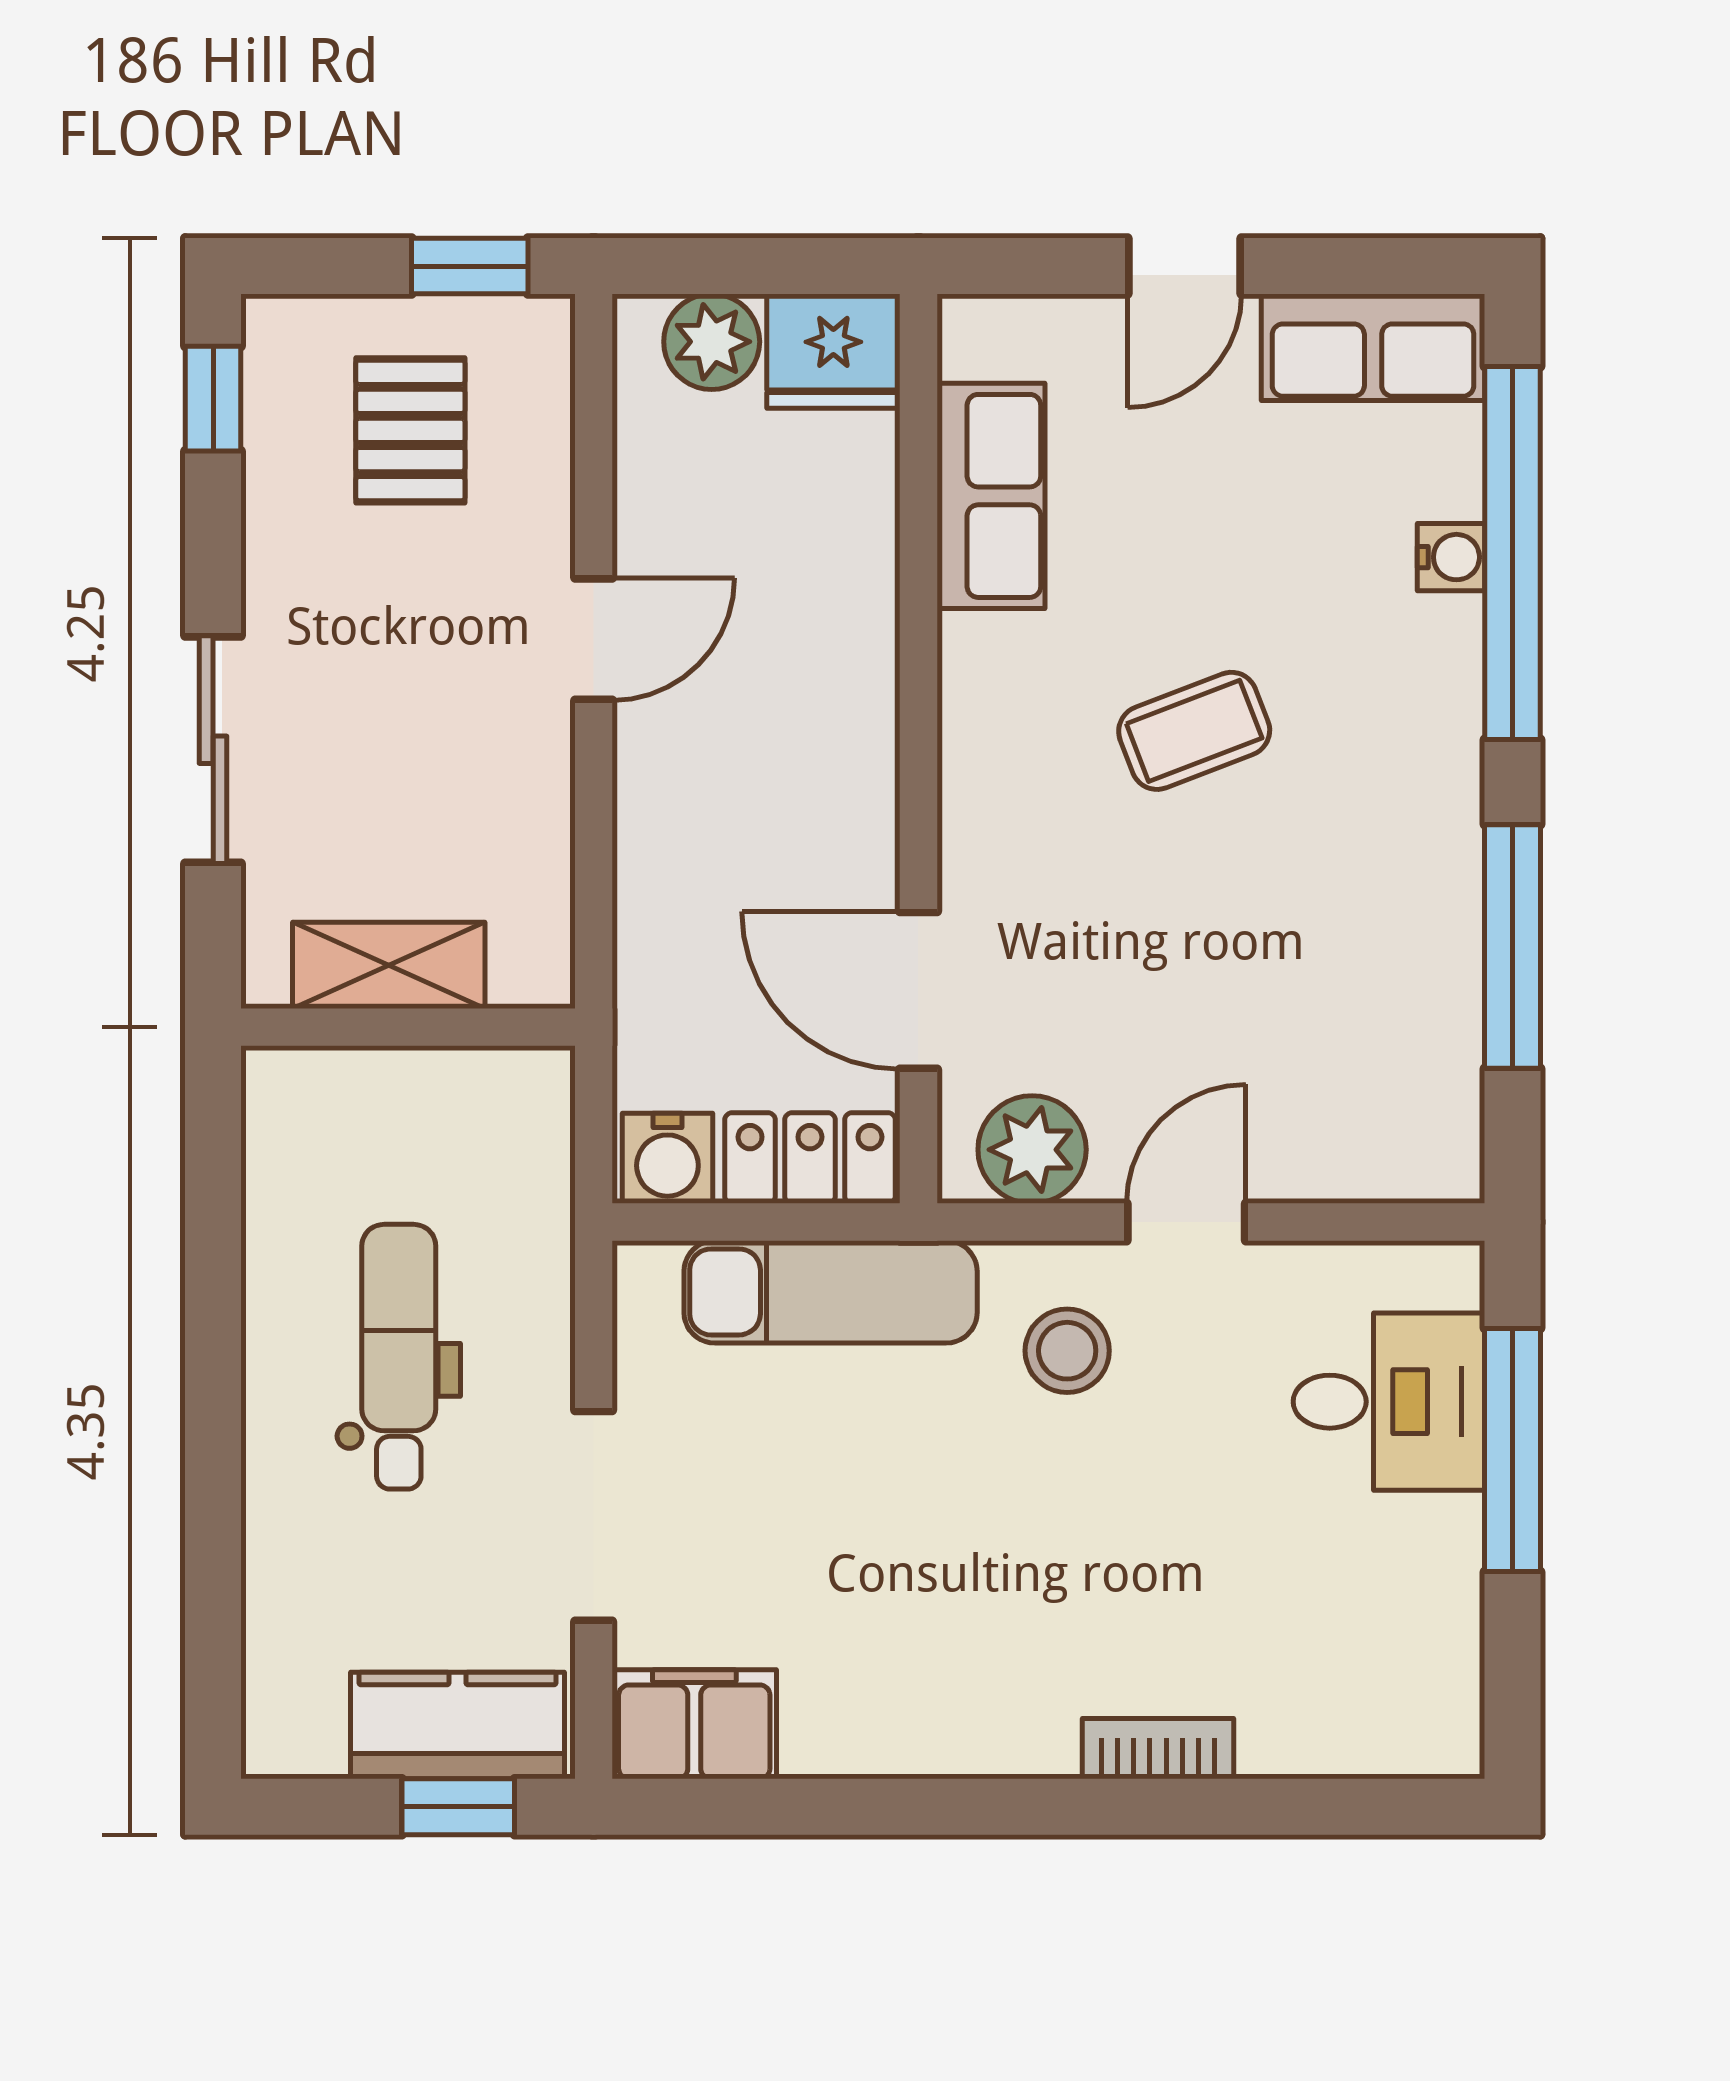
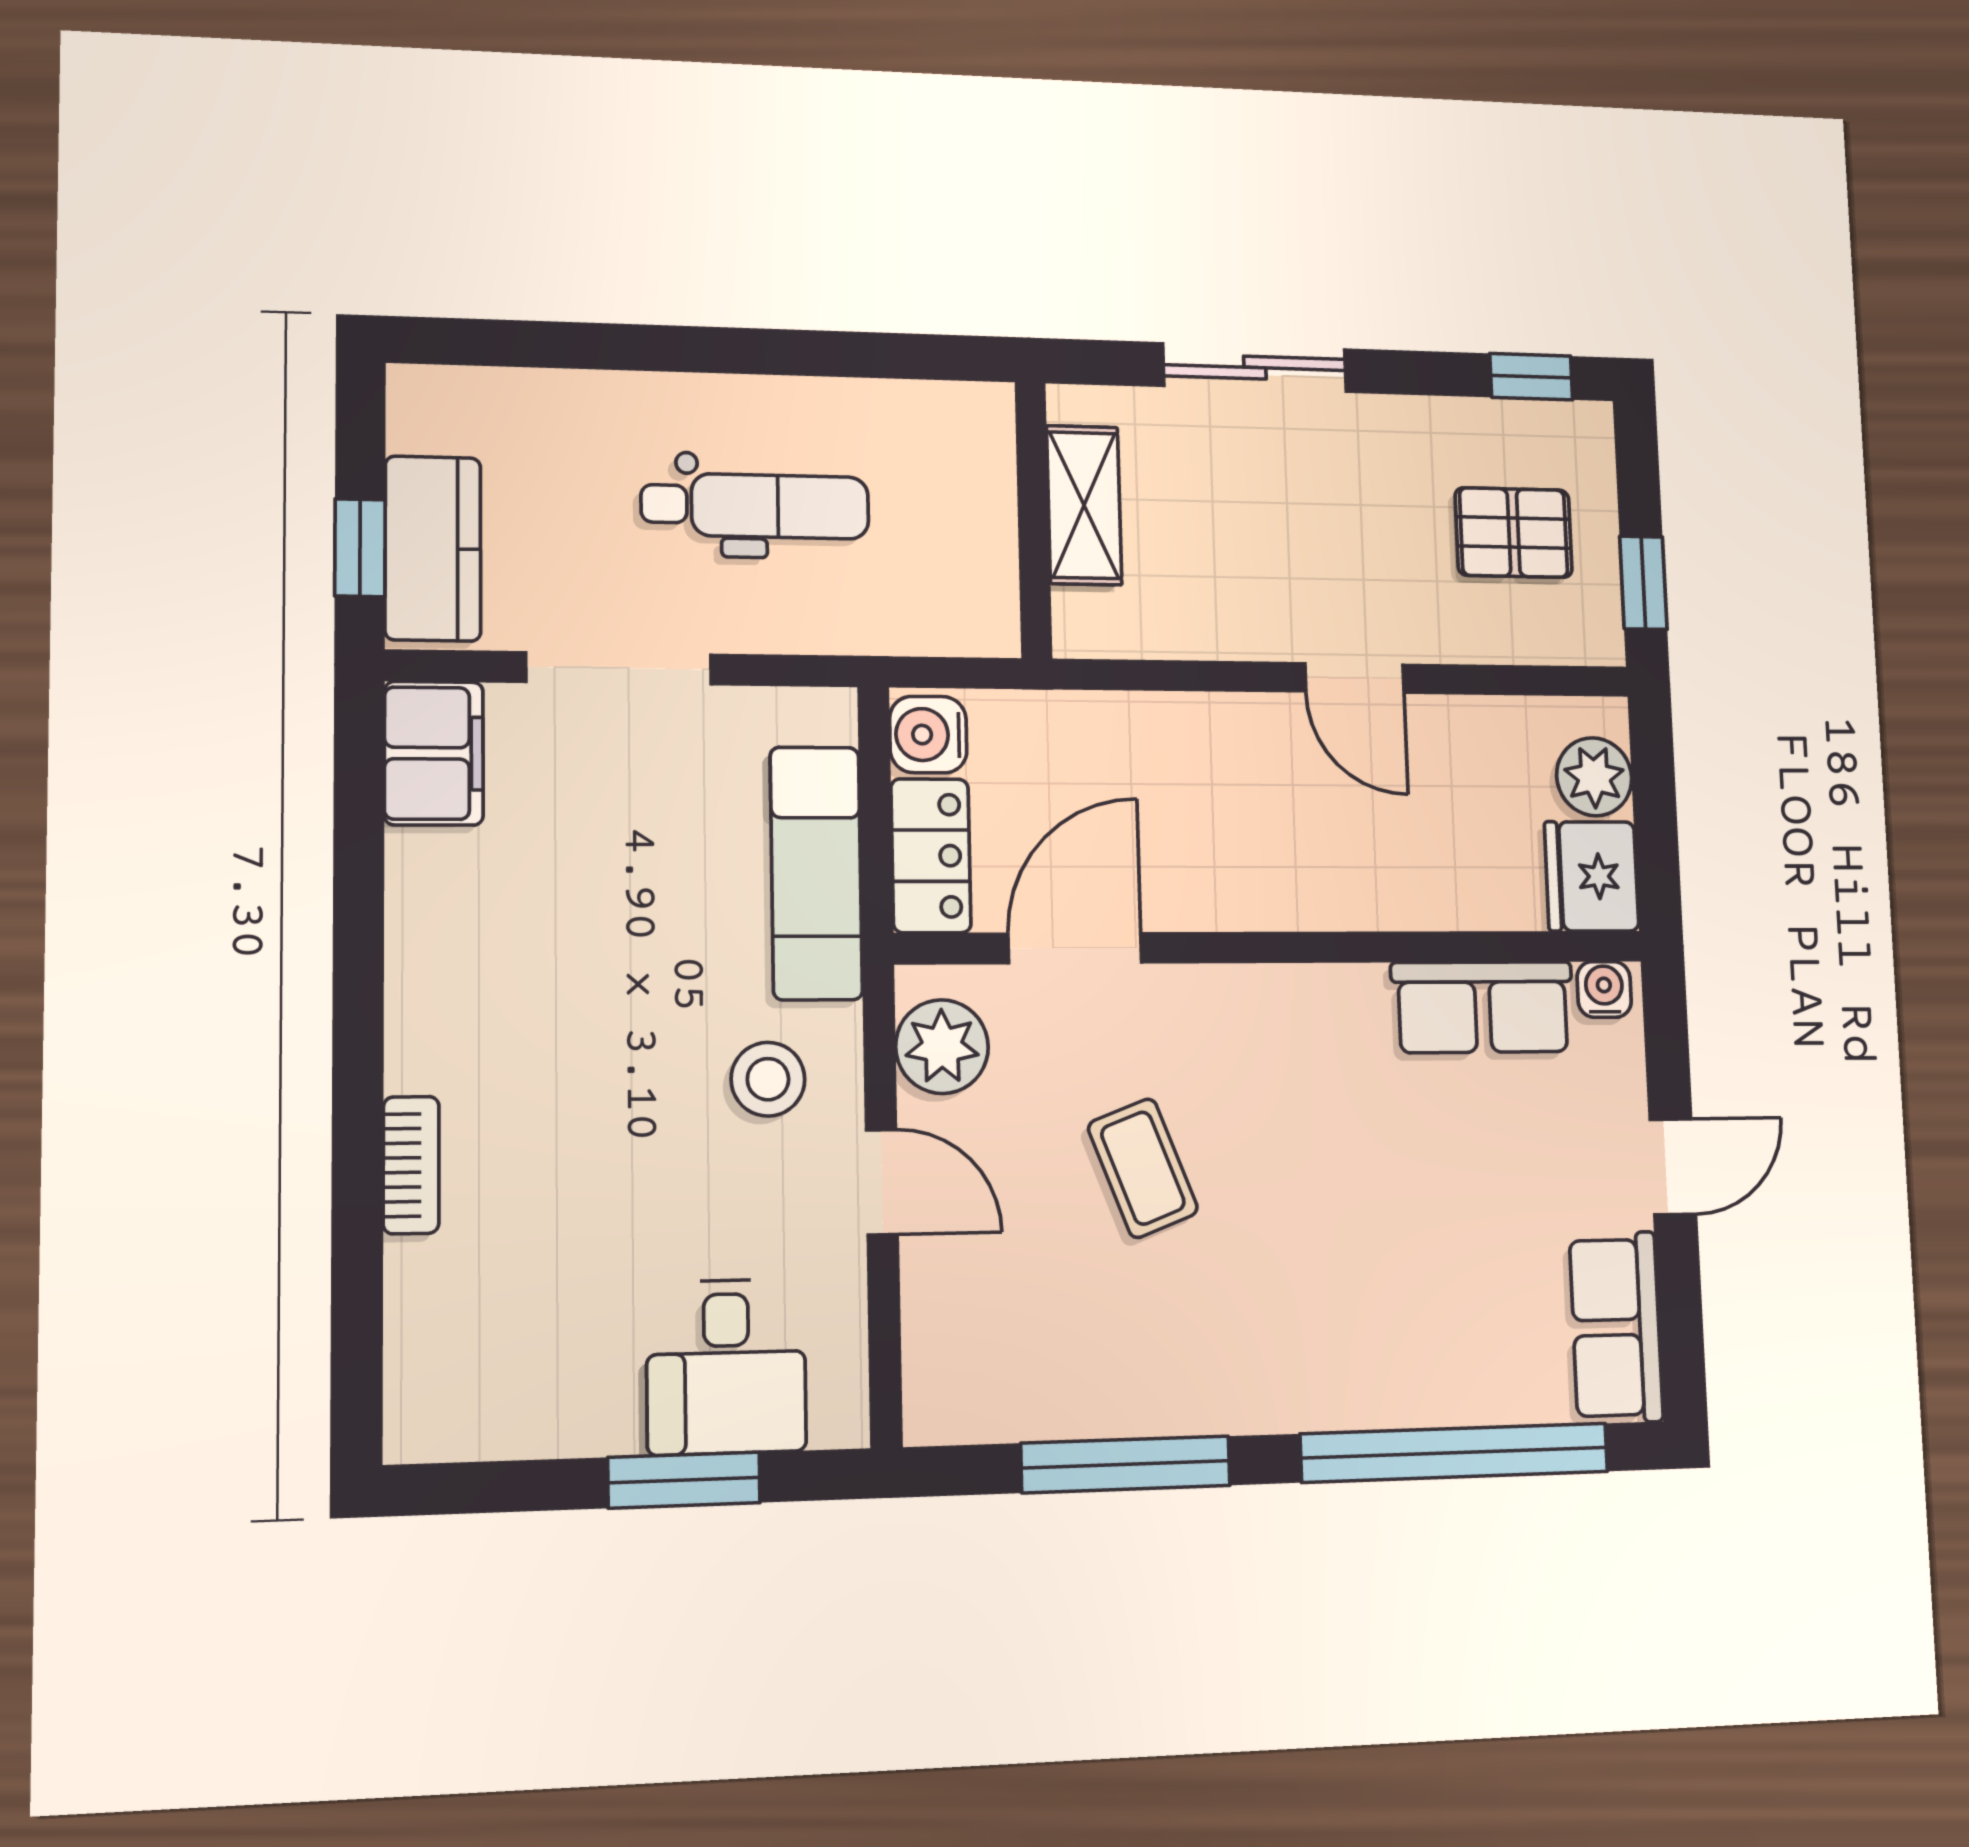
door: (1185, 266) -> (1673, 1167), swing flipped
water cooler: (1451, 557) -> (1604, 989), moved, turned 180
coffee table: (1194, 731) -> (1143, 1168), moved
window: (1513, 1450) -> (684, 1480), width x0.69

